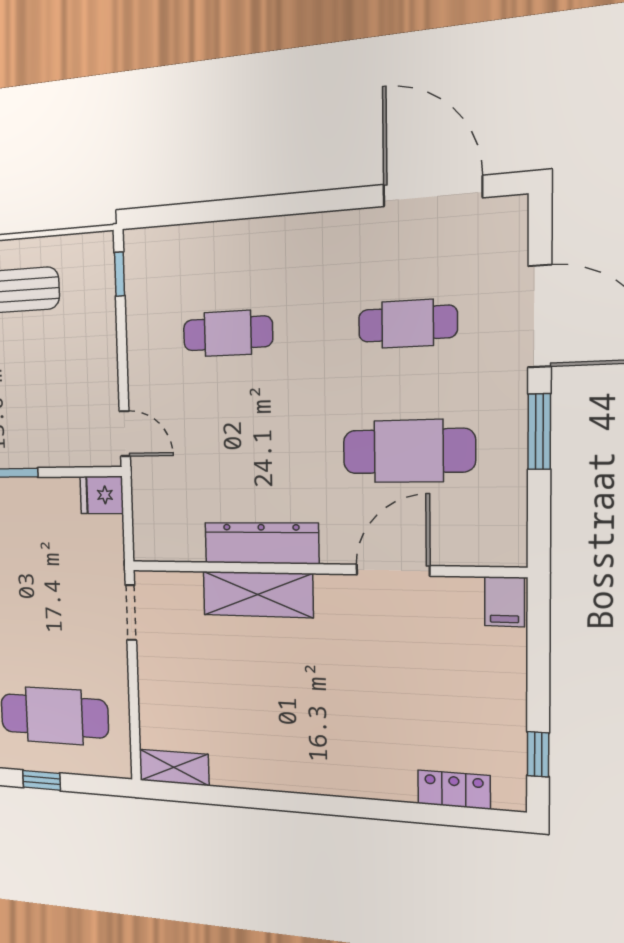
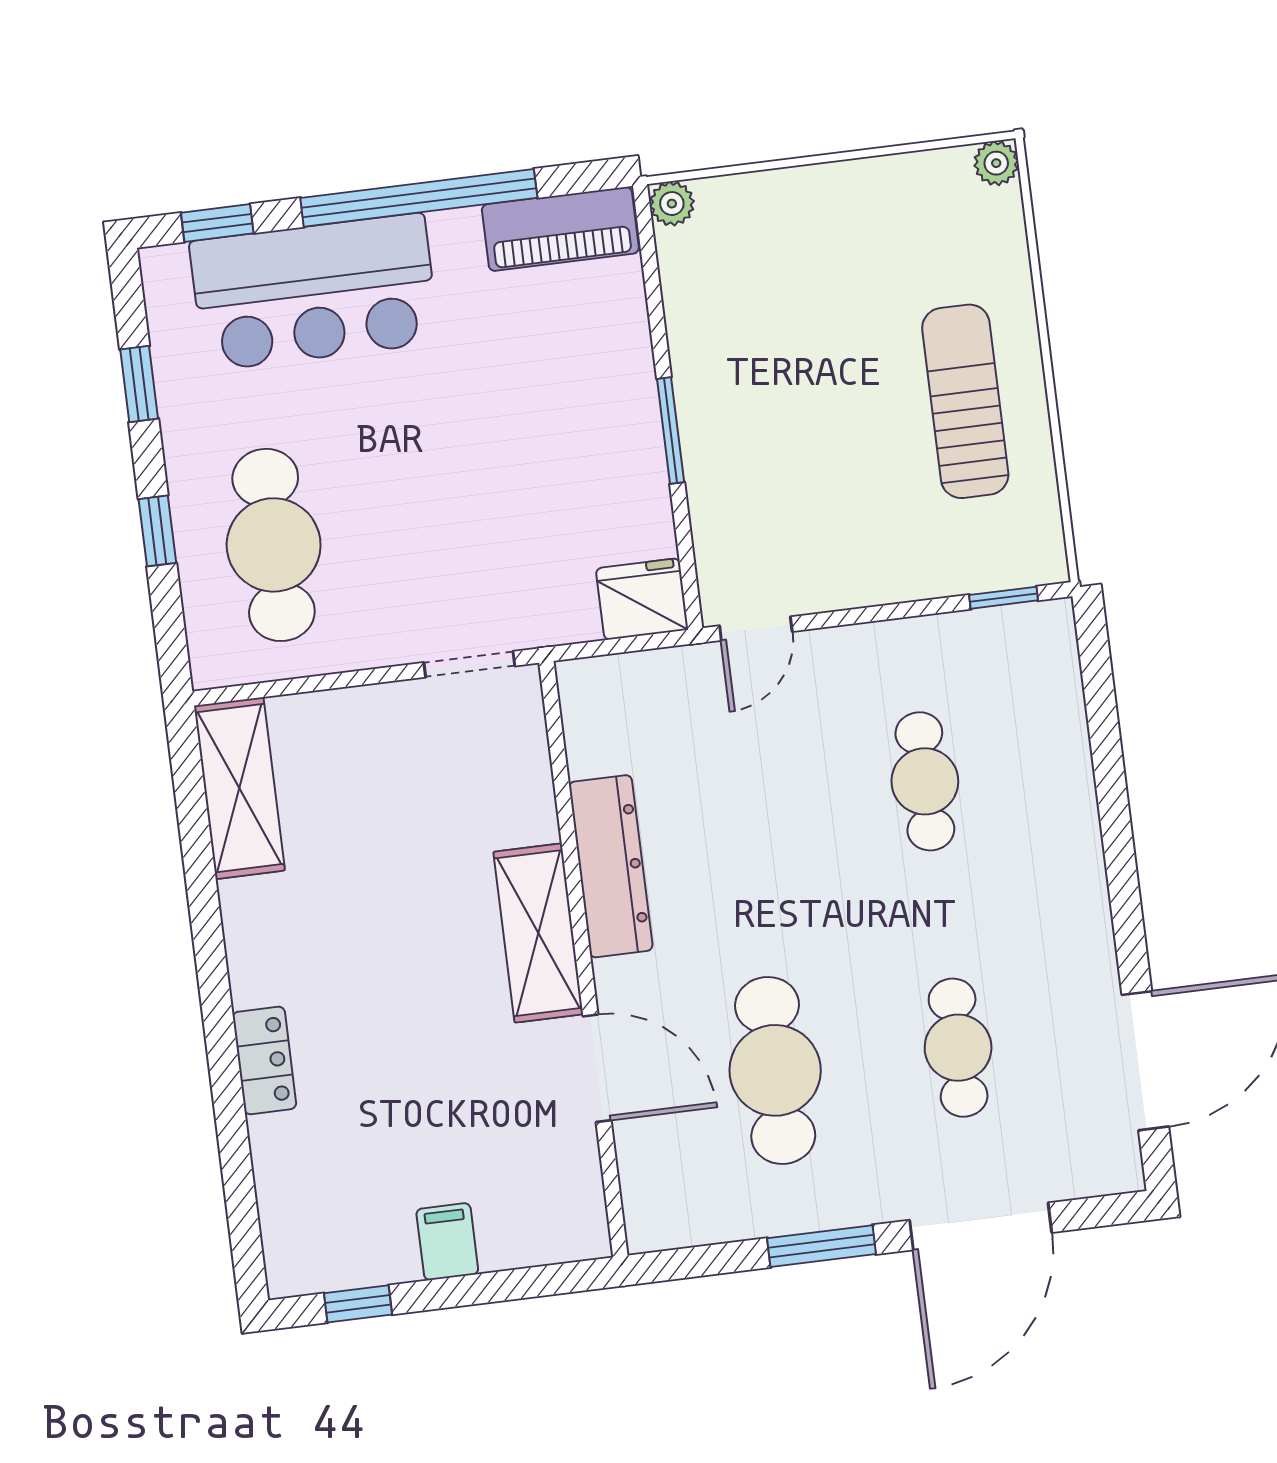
fridge: (102, 495) -> (642, 599), width x1.38
shelving: (258, 594) -> (538, 933), moved
filing cabinet: (504, 602) -> (447, 1242), moved, turned 90
shelving: (174, 767) -> (239, 788), width x1.50, depth x1.33
locker: (454, 790) -> (264, 1060), moved

